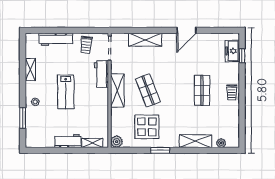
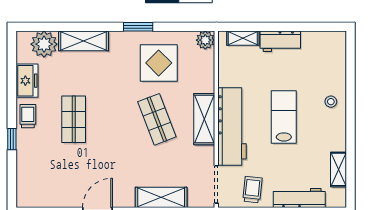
freezer: (232, 51) -> (27, 81), moved
window: (242, 56) -> (12, 139), moved
shelving: (30, 70) -> (338, 169), moved
workbench: (102, 74) -> (232, 127), width x1.87, depth x1.32
window: (23, 118) -> (350, 77), removed
plant: (221, 143) -> (44, 44), width x1.88, depth x1.88

